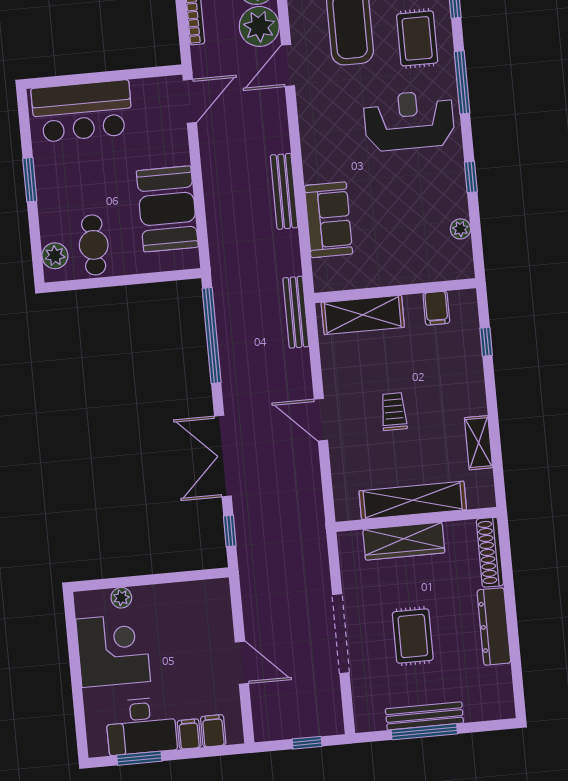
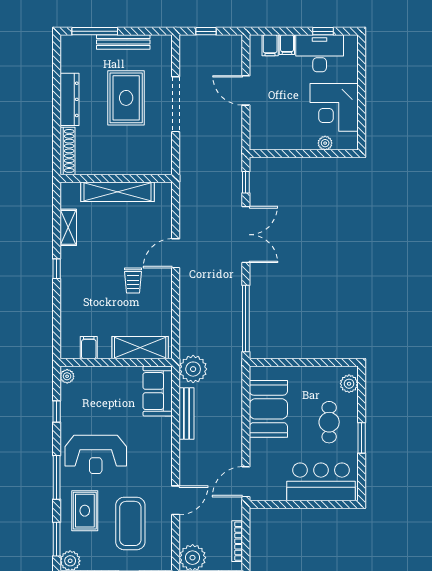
plant: (259, 26) -> (193, 369), moved
cafe table: (94, 245) -> (329, 422), moved
wall: (395, 291) -> (116, 362), moved
filing cabinet: (436, 308) -> (89, 348), moved
bench: (296, 312) -> (186, 329), removed
shelving: (363, 315) -> (140, 348), moved
window: (486, 342) -> (57, 269), moved
trolley: (394, 412) -> (133, 281), moved
door: (321, 420) -> (176, 253), swing flipped
wardrobe: (404, 541) -> (126, 164), removed
rug: (413, 636) -> (126, 98), width x1.36, depth x1.43
window: (424, 732) -> (95, 31), moved
window: (139, 758) -> (323, 31), width x0.67

